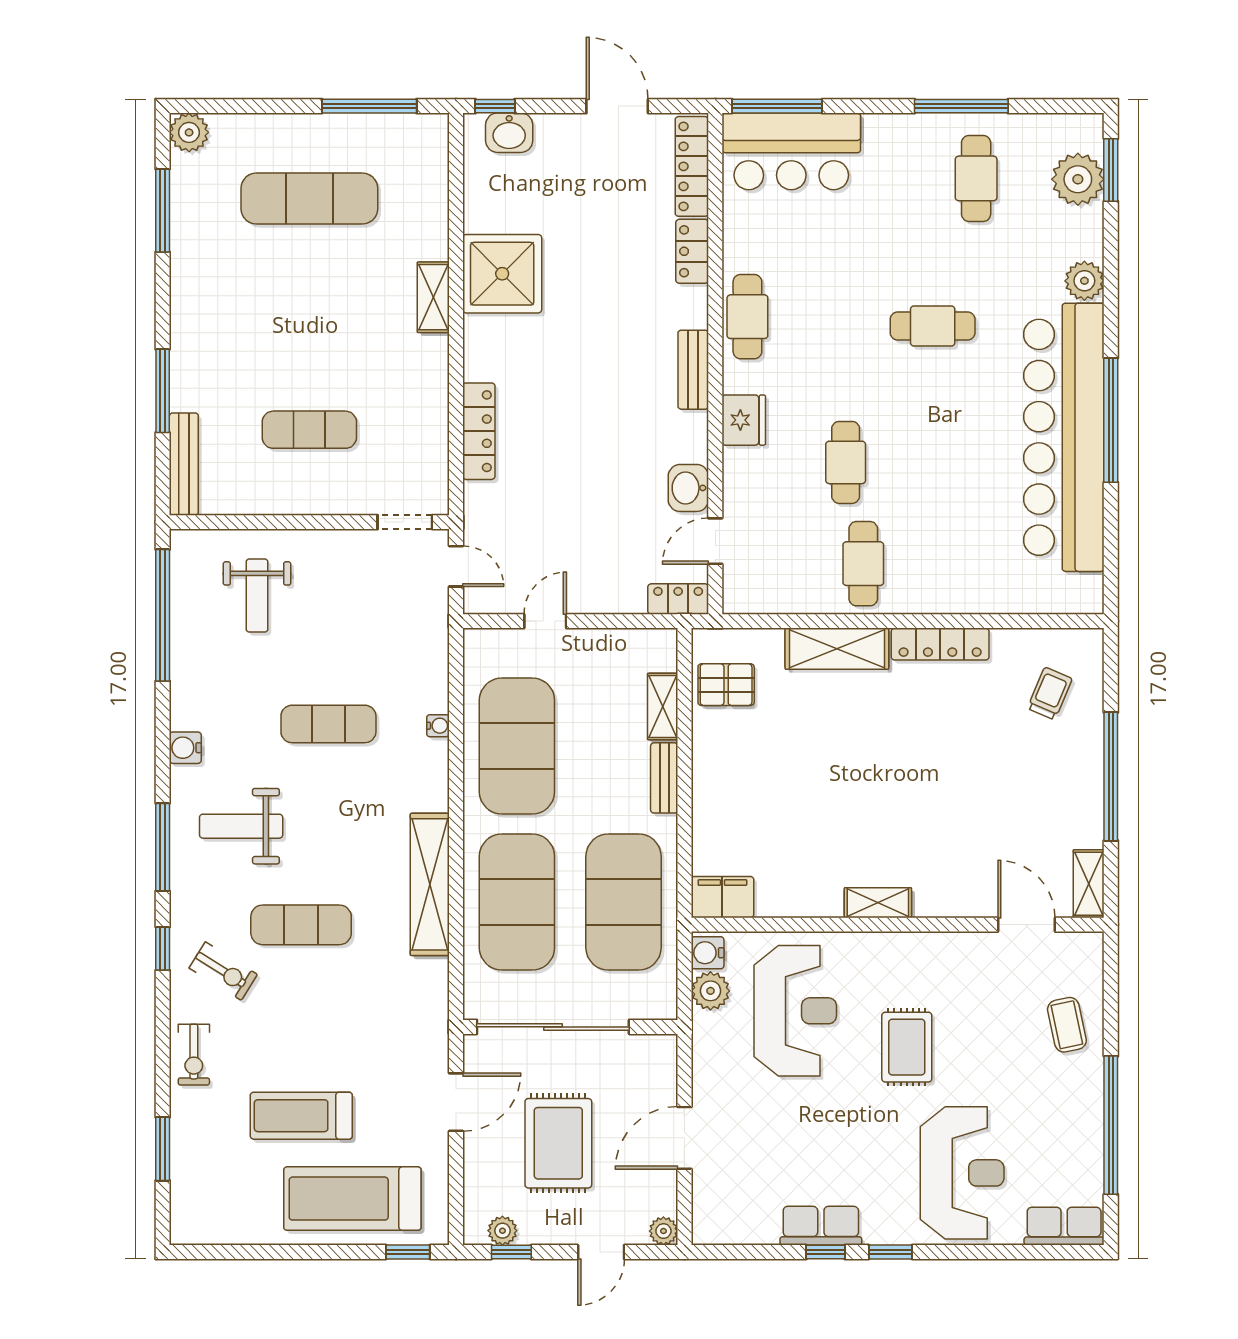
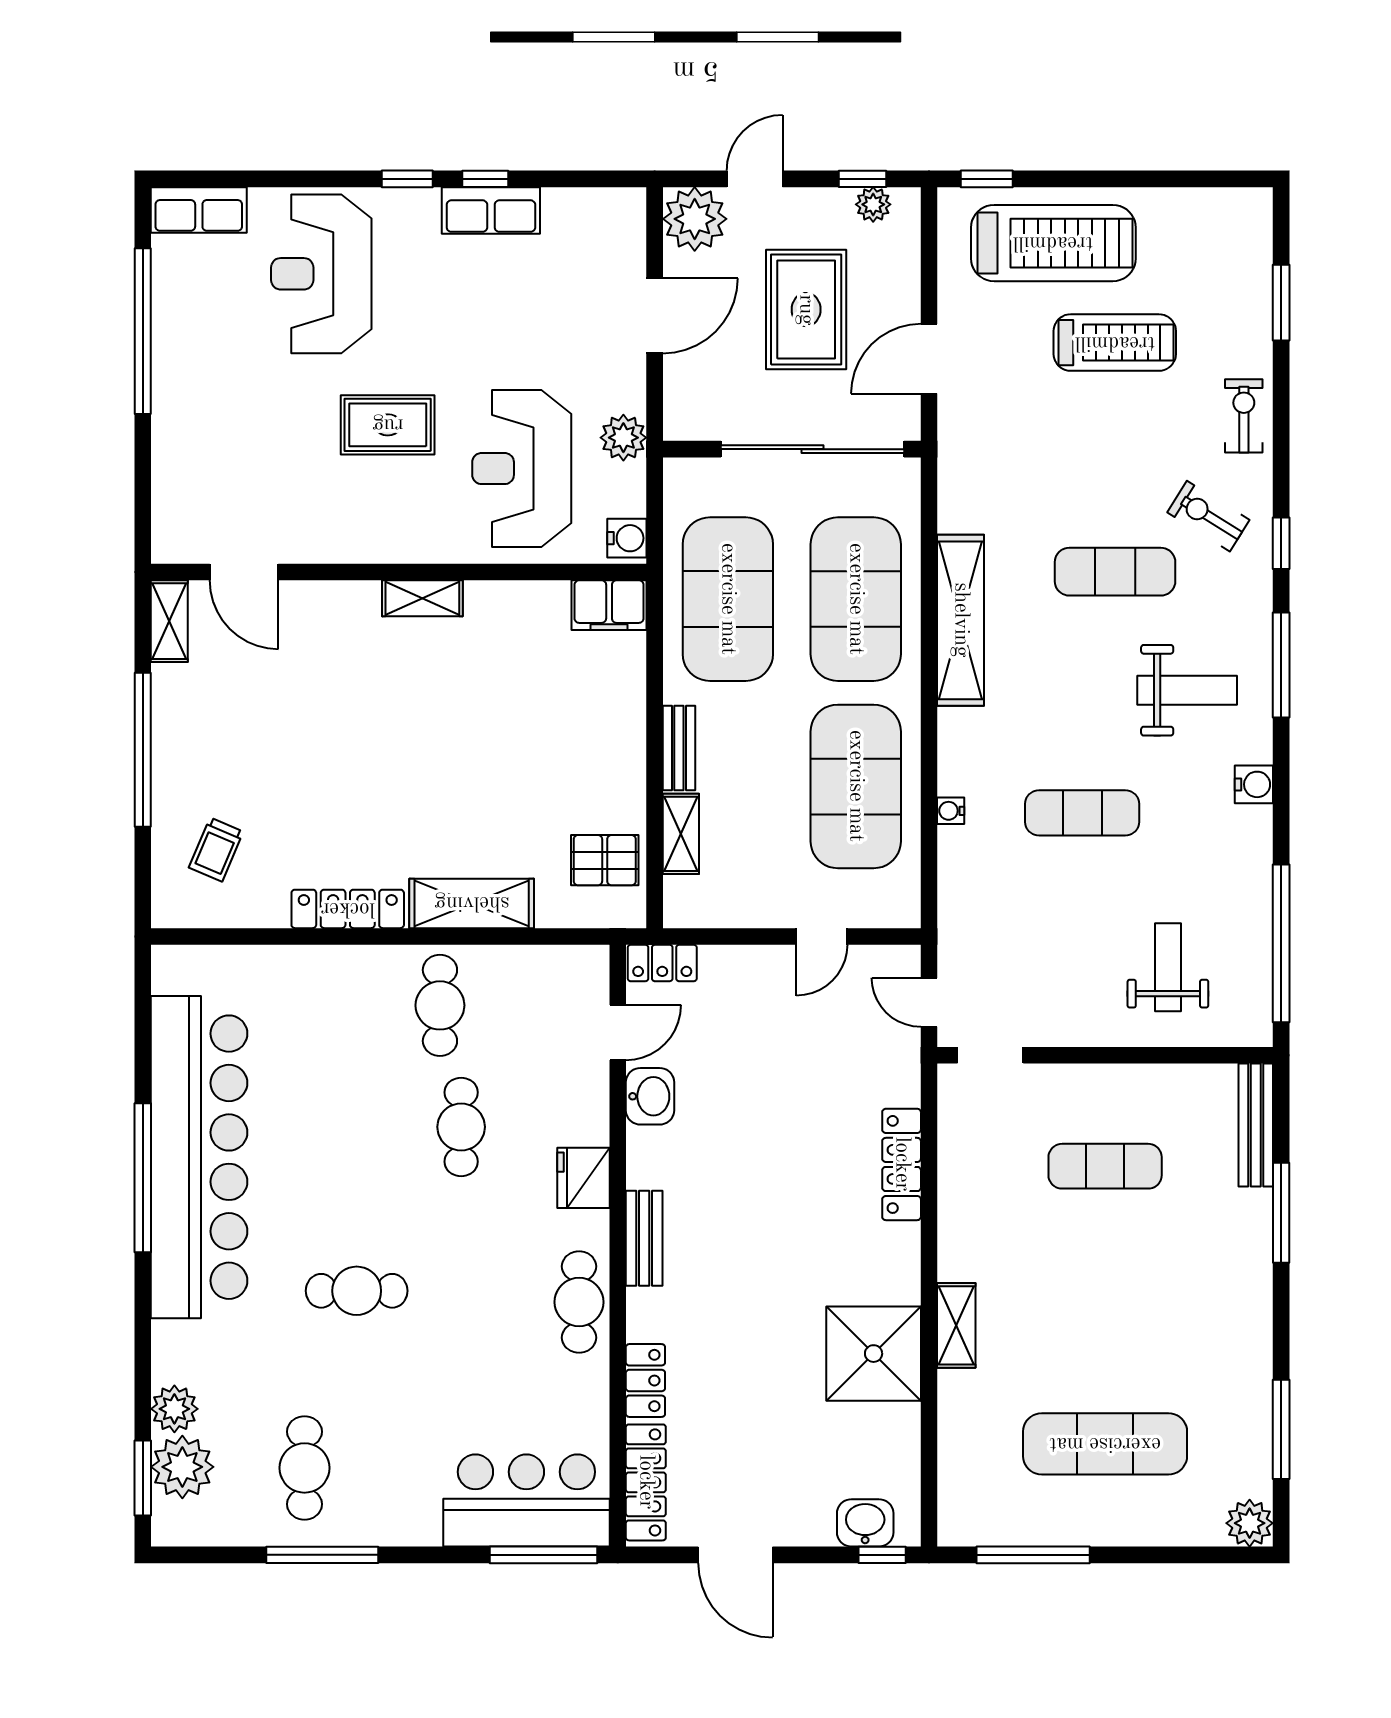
plant: (1084, 281) -> (174, 1409), moved
plant: (710, 991) -> (623, 438), moved
coffee table: (1067, 1025) -> (195, 452), removed
rug: (907, 1047) -> (388, 425), turned 90
plant: (663, 1231) -> (695, 219), width x1.88, depth x1.88

